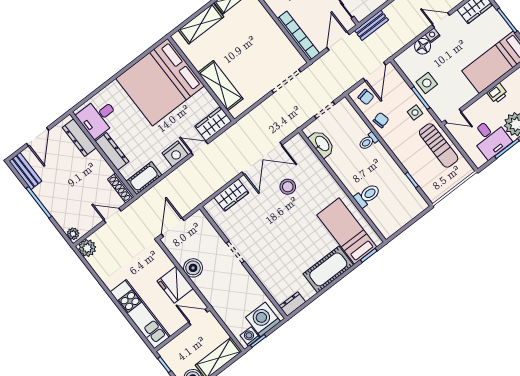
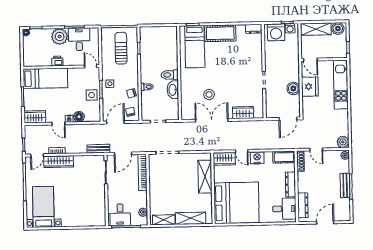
washbasin: (322, 144) -> (173, 90), moved
sun lounger: (439, 146) -> (121, 48), moved
bench: (25, 171) -> (345, 185), moved
toilet: (367, 195) -> (170, 75), moved

